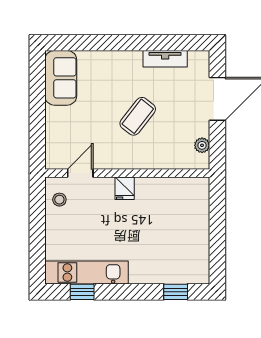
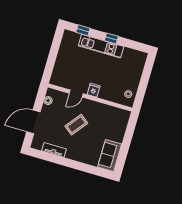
door: (80, 173) -> (76, 93), moved
kitchen unit: (87, 273) -> (101, 46), moved
window: (82, 292) -> (111, 38), moved

